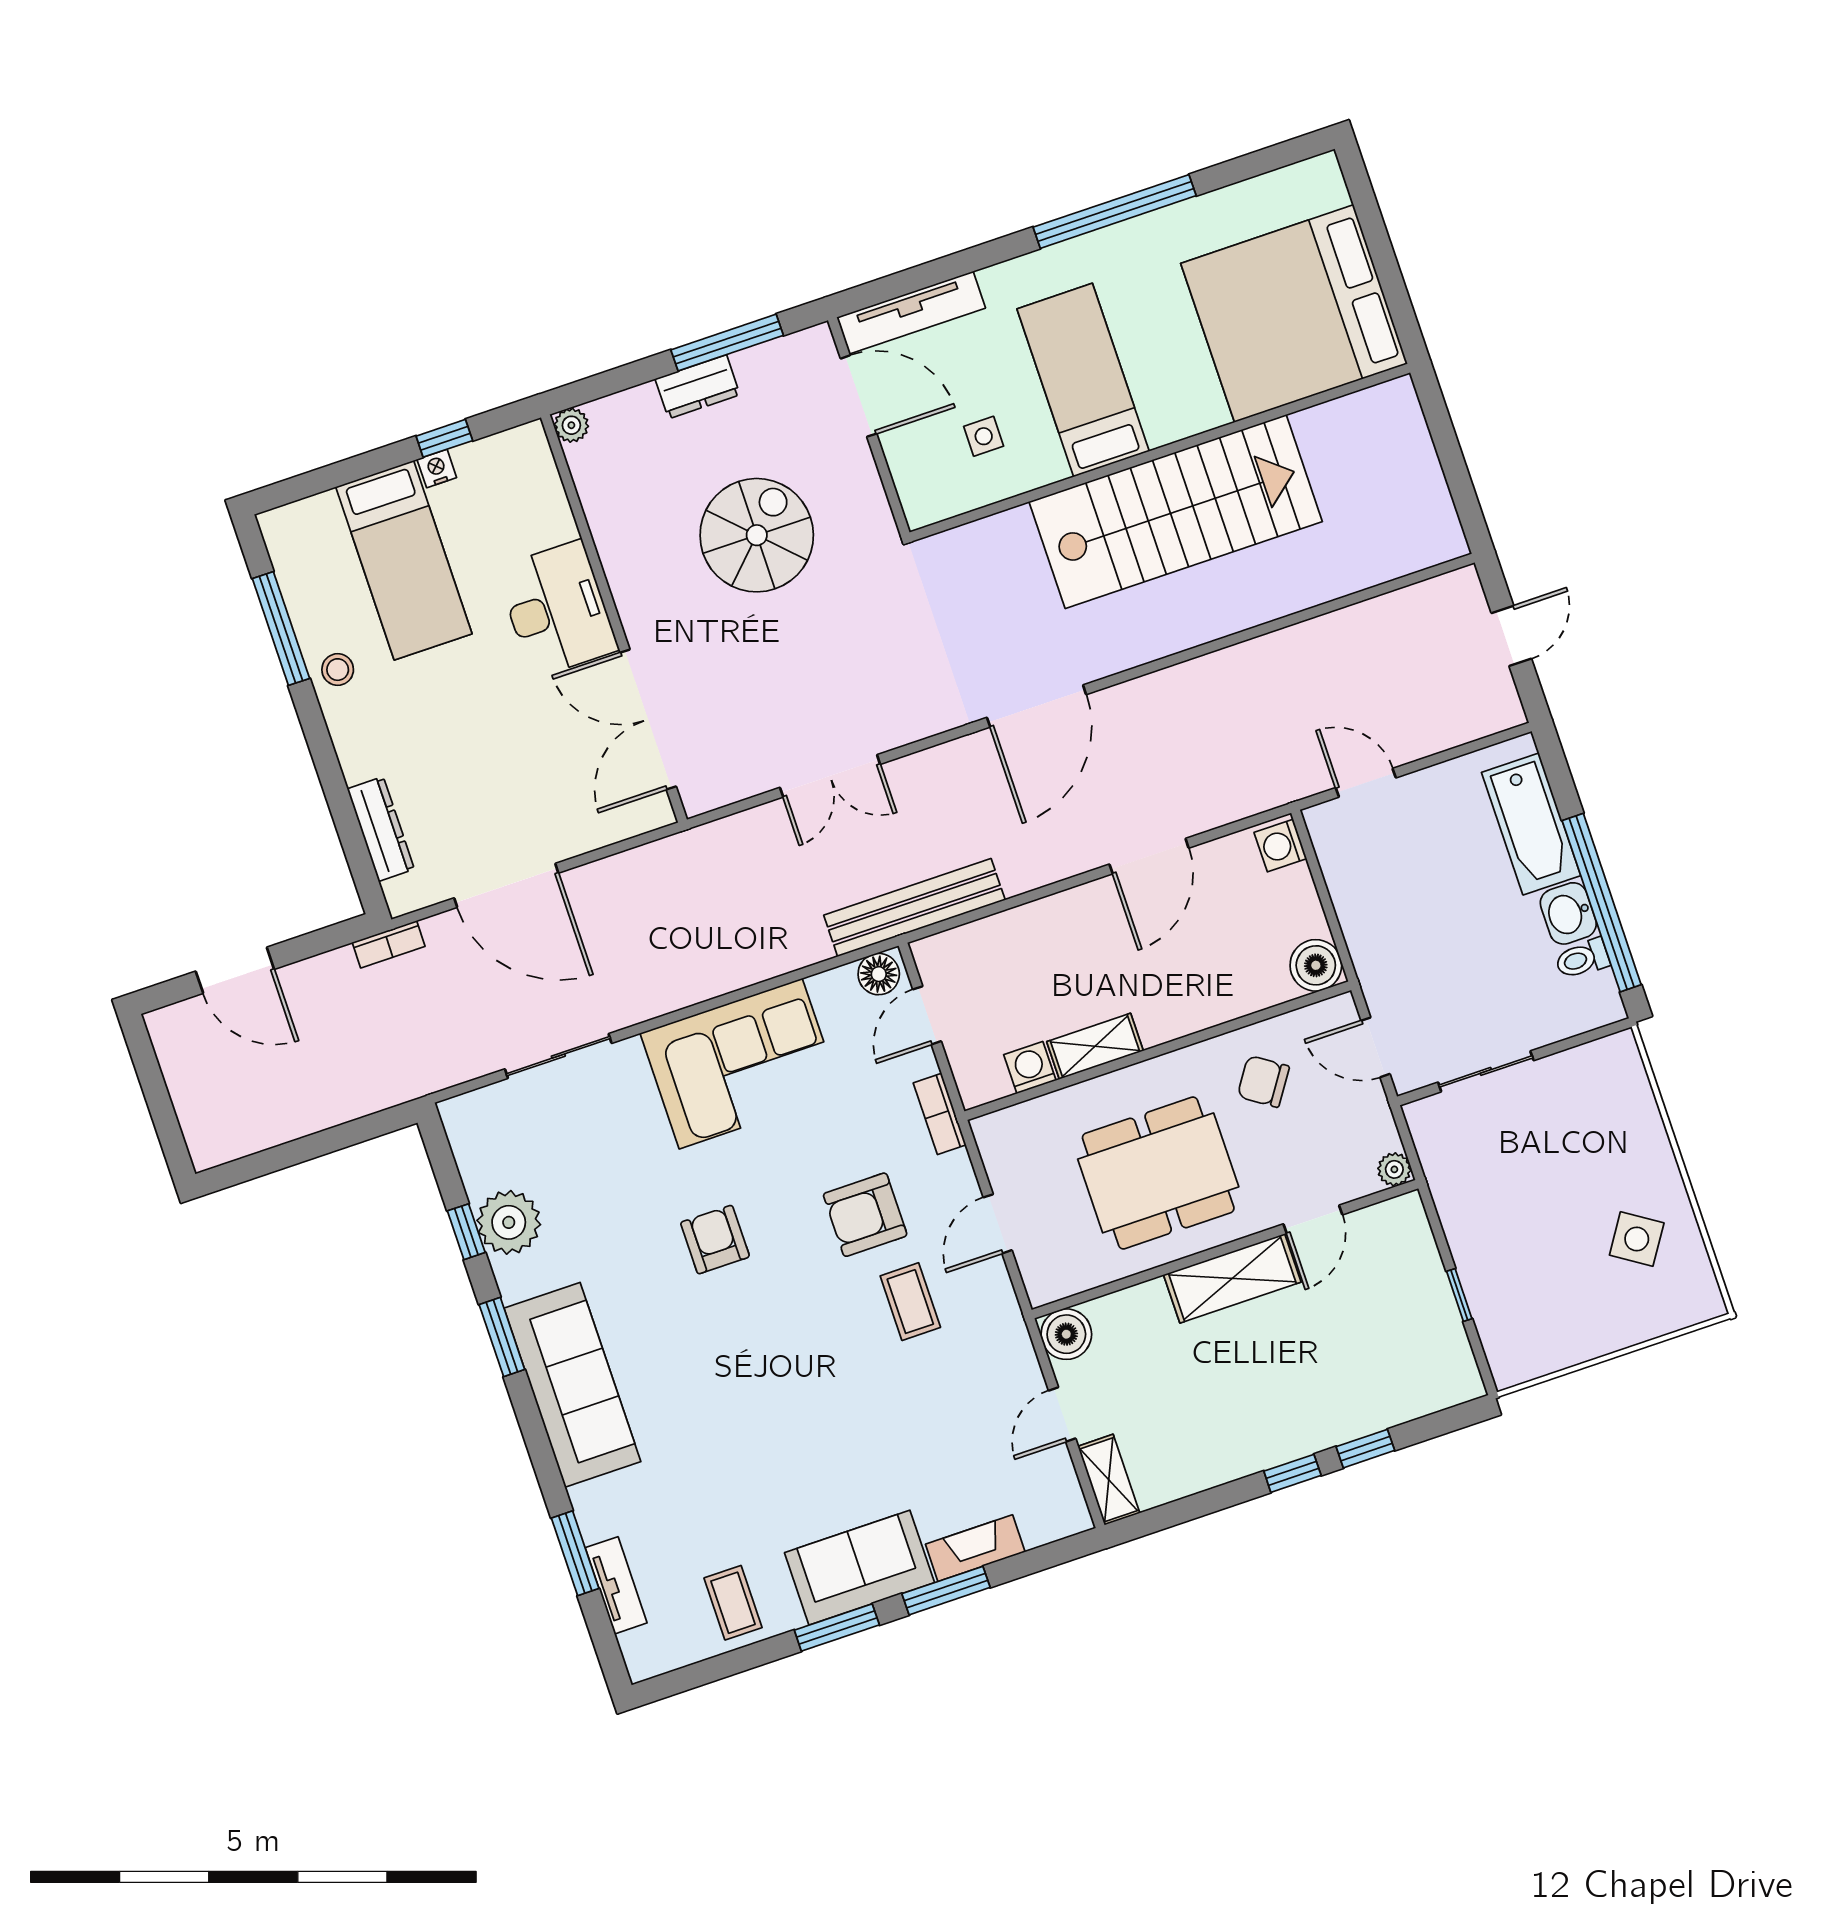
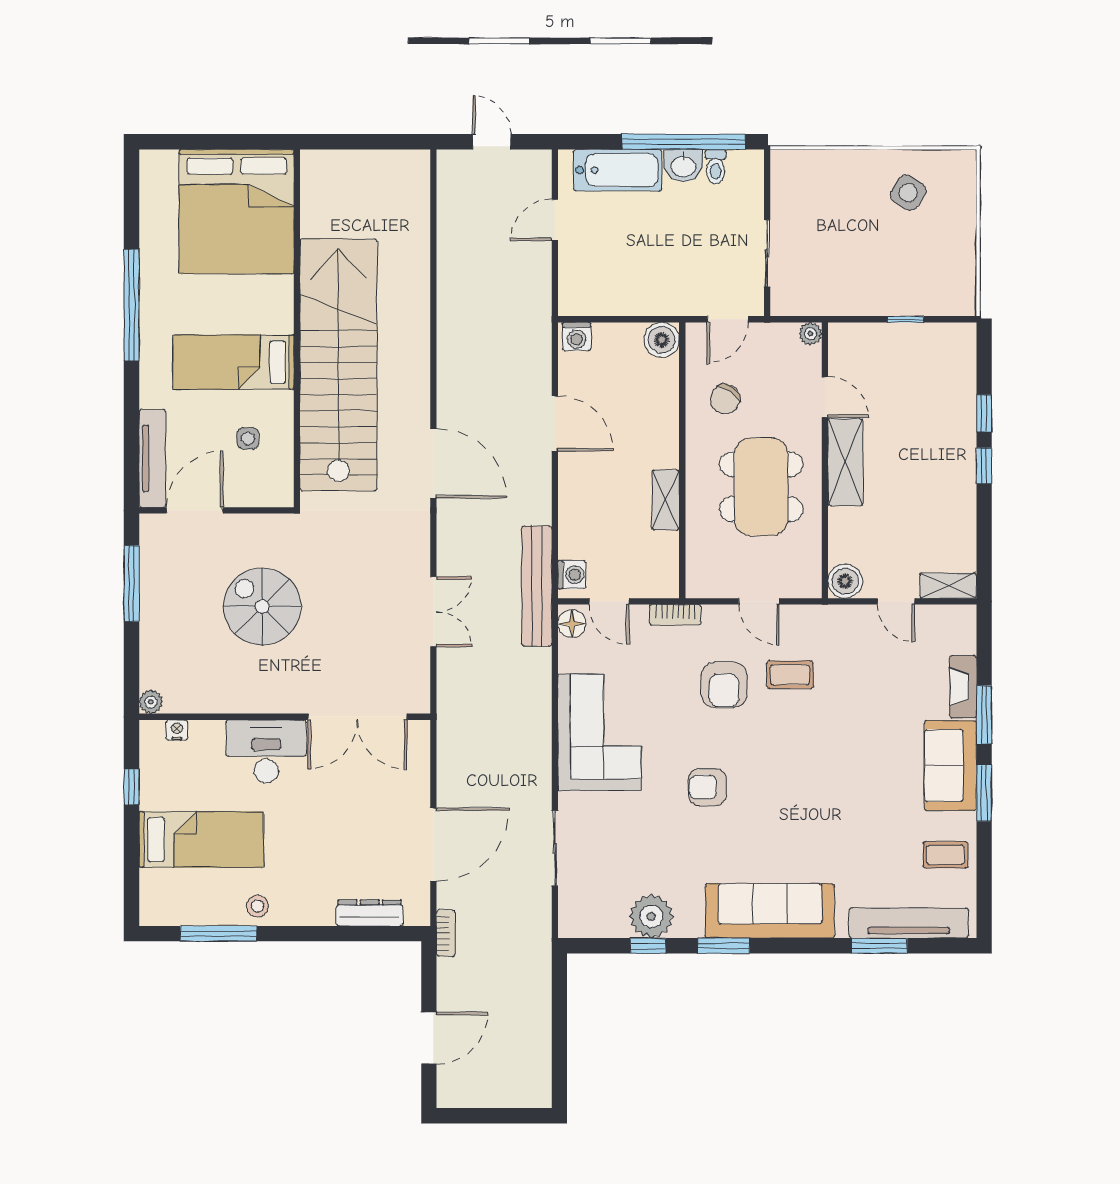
dresser: (698, 387) -> (154, 612), removed
nightstand: (437, 468) -> (177, 730), moved, turned 90
stairs: (1176, 512) -> (338, 365), width x1.36
door: (1366, 783) -> (555, 220), moved
washing machine: (1030, 1067) -> (572, 575), moved, turned 180
tv unit: (616, 1585) -> (909, 923), width x1.92, depth x1.29

